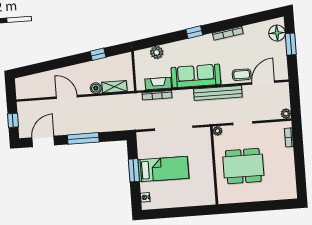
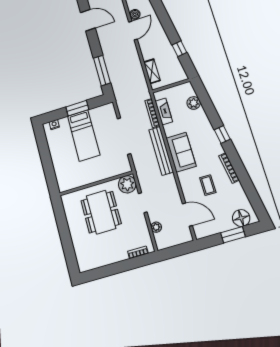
coffee table: (242, 75) -> (208, 185), moved
sofa: (196, 76) -> (181, 152), width x0.73
boiler: (96, 88) -> (135, 14), moved
bench: (218, 93) -> (161, 151), moved
plant: (286, 114) -> (156, 227), moved
plant: (218, 131) -> (127, 184), width x1.88, depth x1.88
window: (83, 138) -> (102, 70), moved

